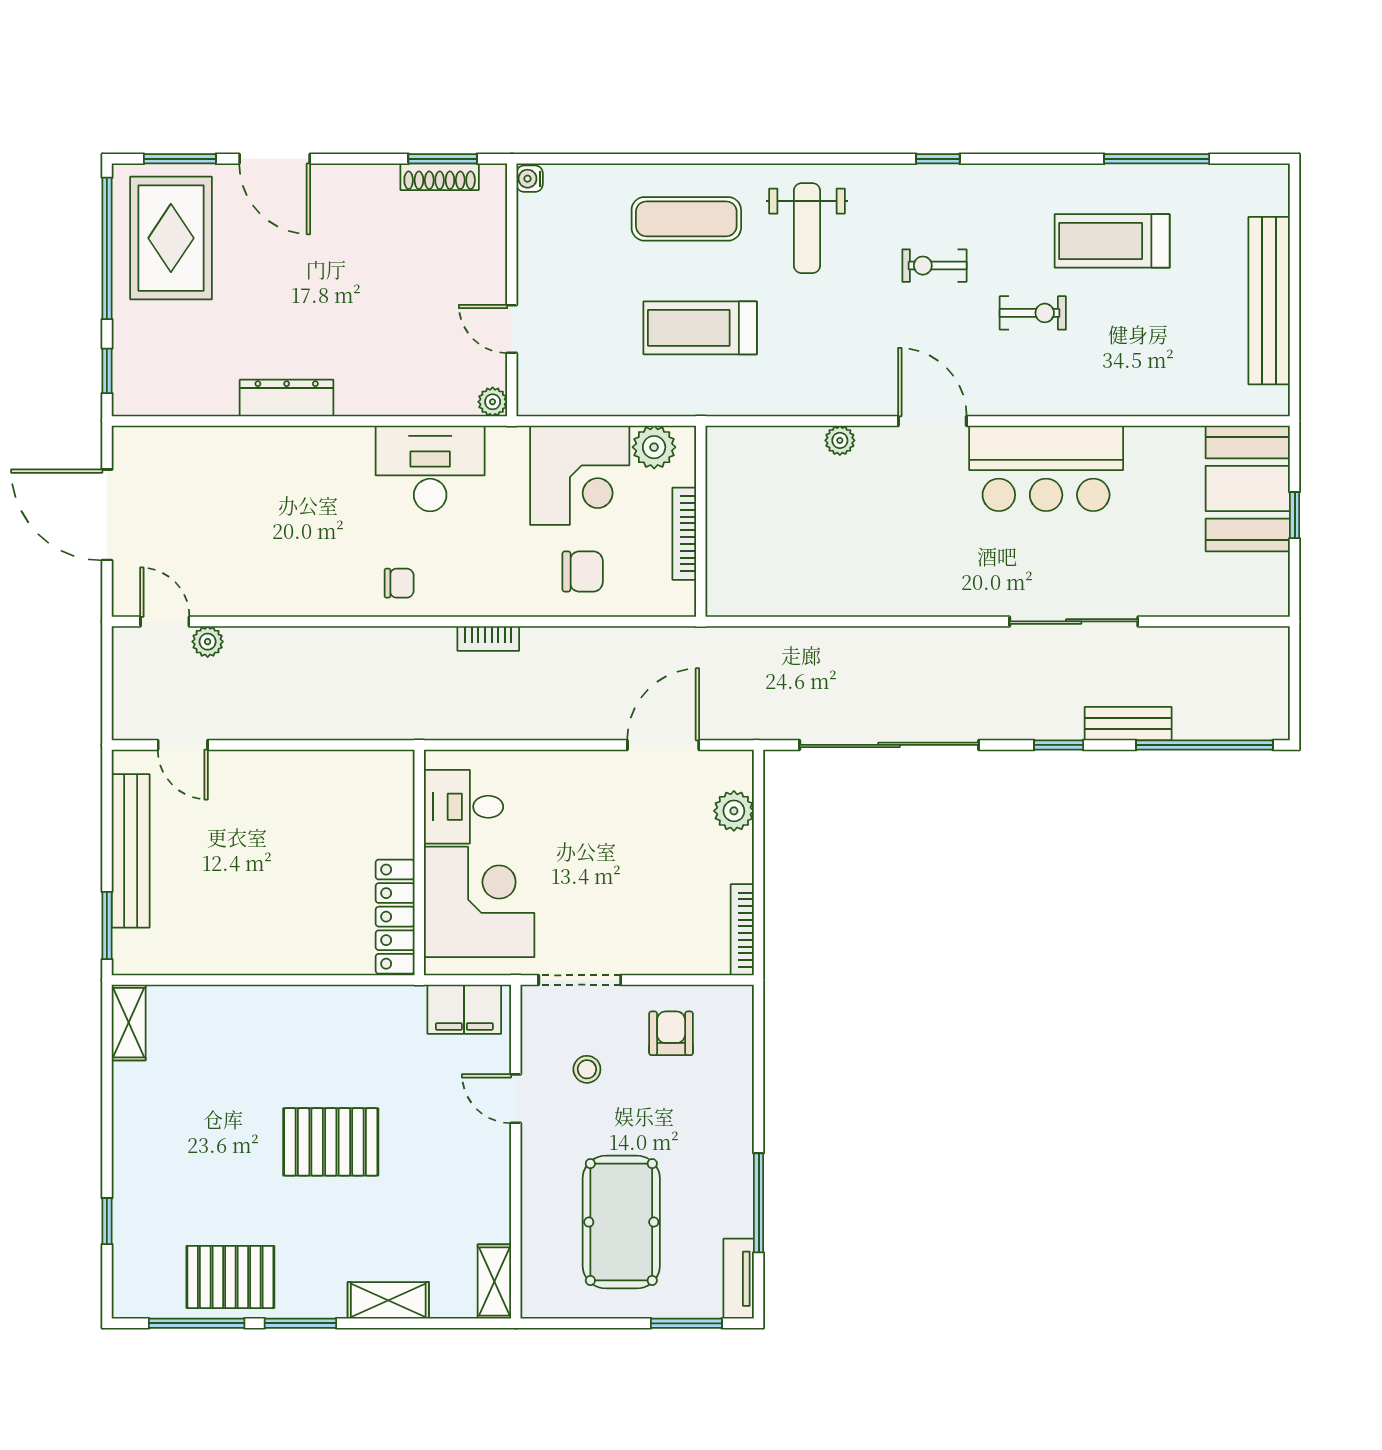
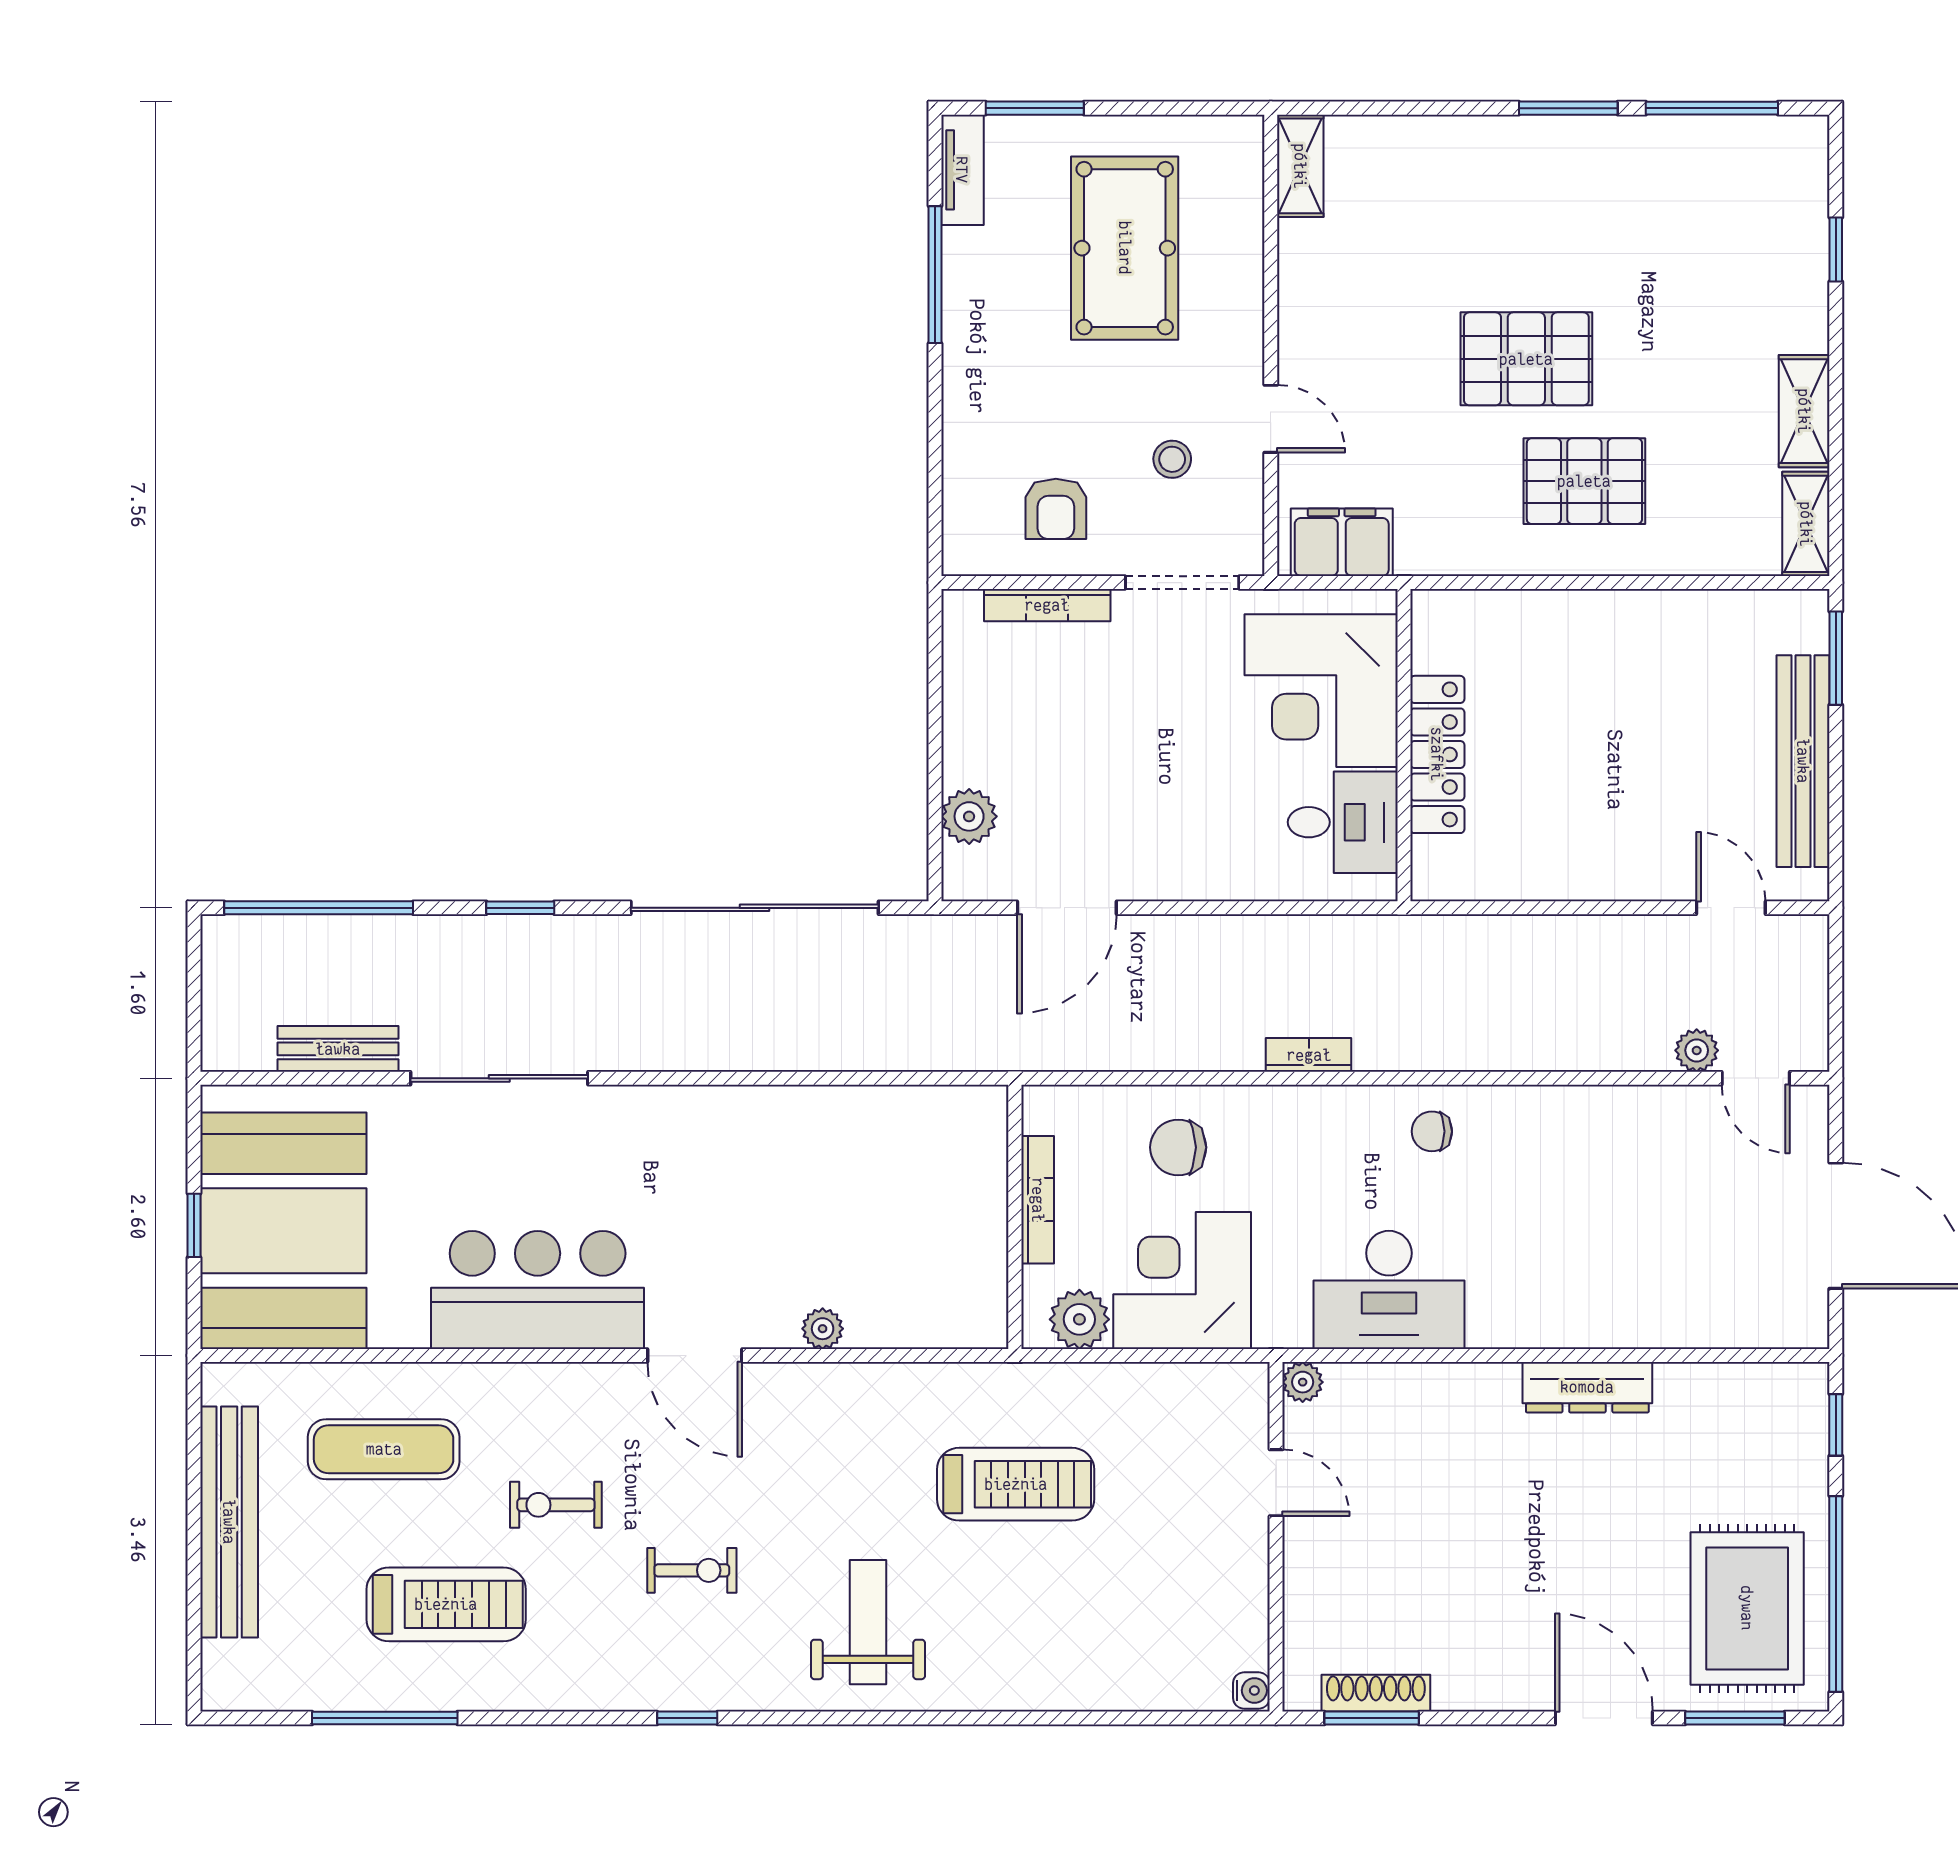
exercise mat: (686, 219) -> (384, 1449), moved
booth: (1248, 488) -> (283, 1231), width x1.36, depth x1.42
bench: (1128, 724) -> (338, 1049), moved
locker: (395, 917) -> (1437, 754), moved
bookcase: (742, 930) -> (1047, 605), moved, turned 90
pallet: (230, 1277) -> (1584, 481), moved
shelving: (388, 1300) -> (1804, 411), moved, turned 90

